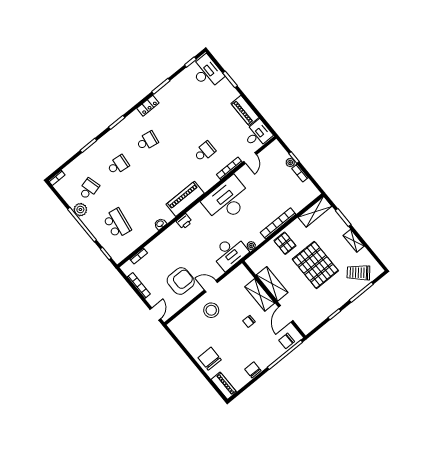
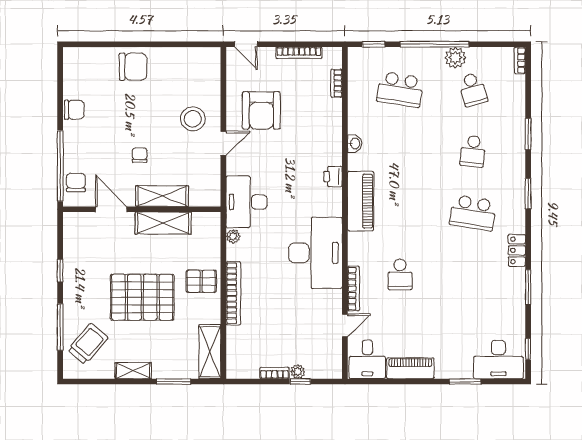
school desk: (147, 141) -> (473, 213), width x1.85
door: (250, 158) -> (345, 325), swing flipped
piano: (224, 386) -> (84, 57), removed

